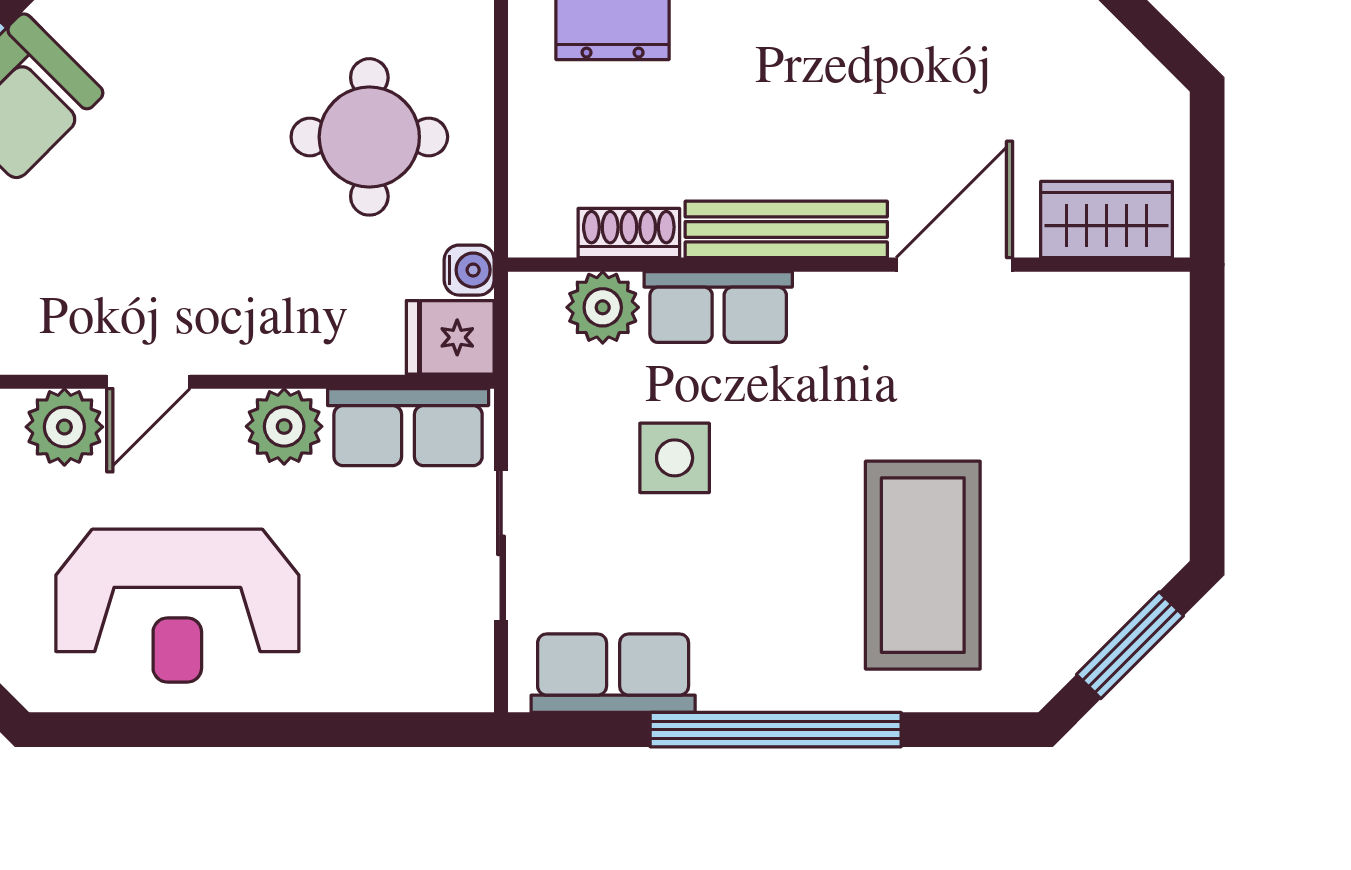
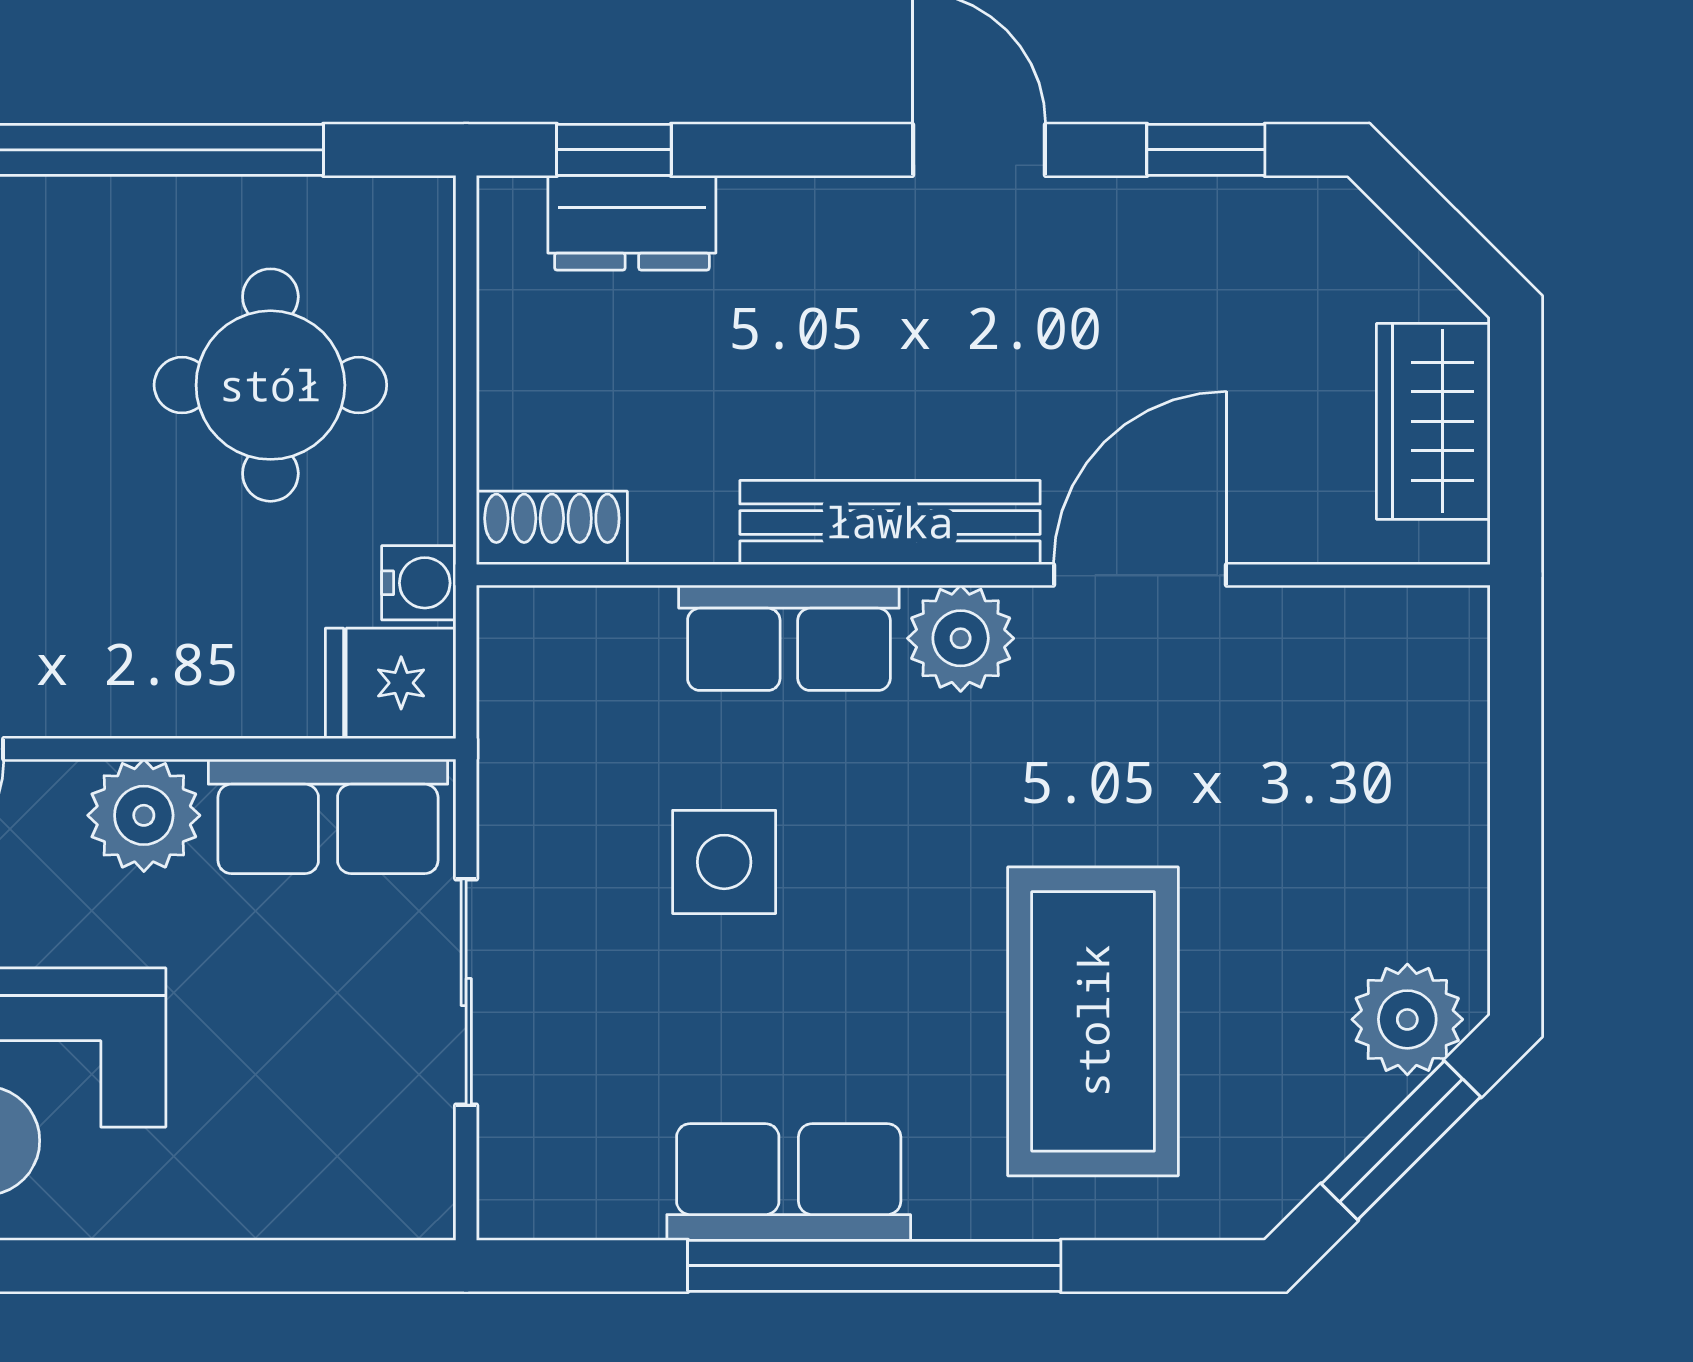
wardrobe: (1107, 220) -> (1433, 421), moved, turned -90
shoe rack: (629, 233) -> (552, 528), moved
plant: (603, 307) -> (961, 638), moved
plant: (1134, 564) -> (1407, 1019), added
row of seats: (613, 673) -> (789, 1182), moved

